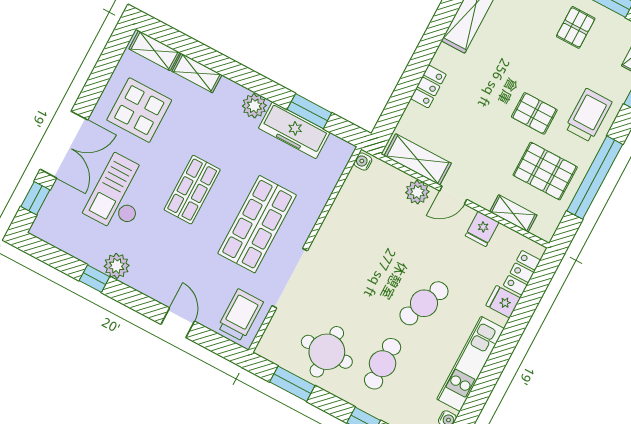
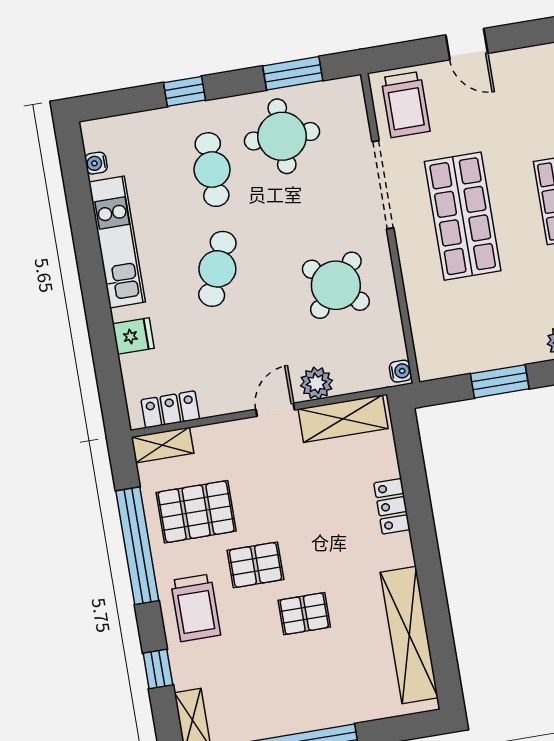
pallet: (576, 27) -> (304, 614), moved, turned 90
freezer: (294, 130) -> (500, 348), removed
shelving: (513, 213) -> (163, 445), moved
fridge: (482, 229) -> (216, 397), removed
round table: (362, 241) -> (336, 285), added
locker: (522, 273) -> (170, 409), moved, turned -90

